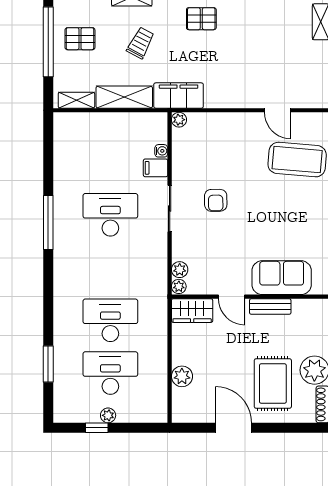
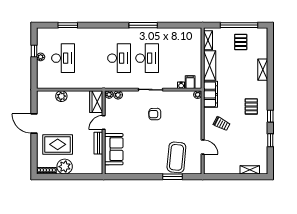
trolley: (141, 43) -> (222, 124), moved
door: (278, 110) -> (203, 147), swing flipped
filing cabinet: (156, 168) -> (190, 82), moved
desk: (110, 320) -> (119, 58), moved
door: (234, 428) -> (34, 124), swing flipped

